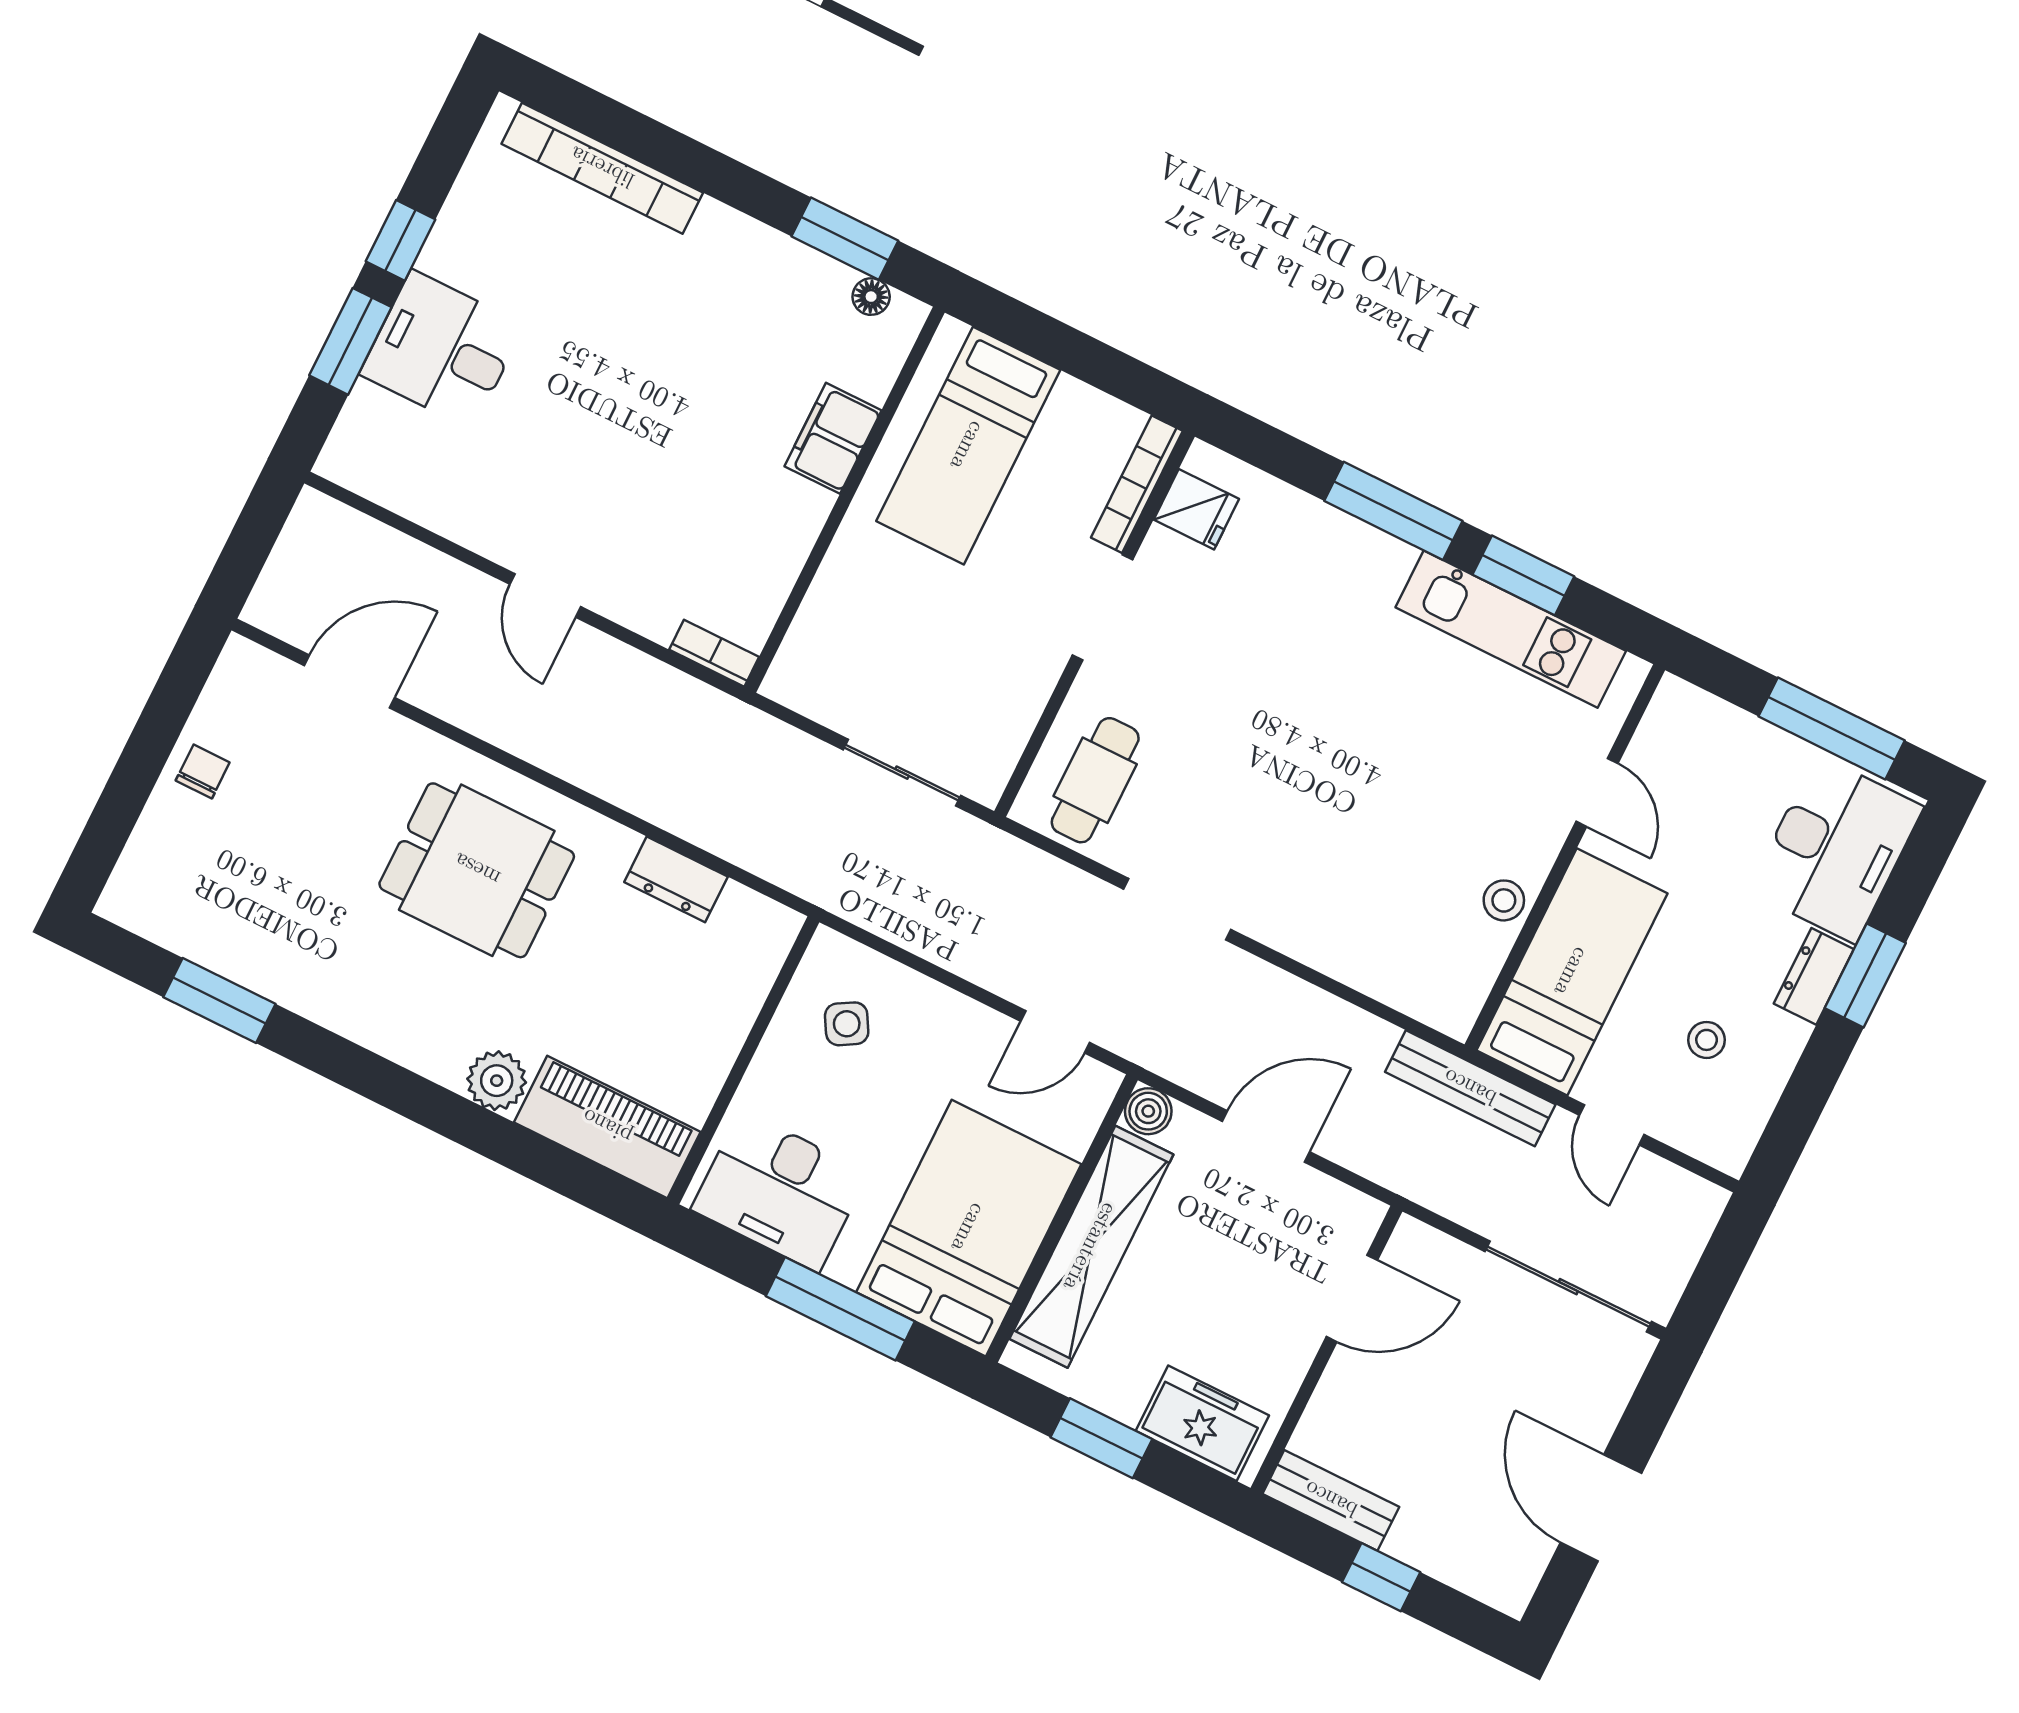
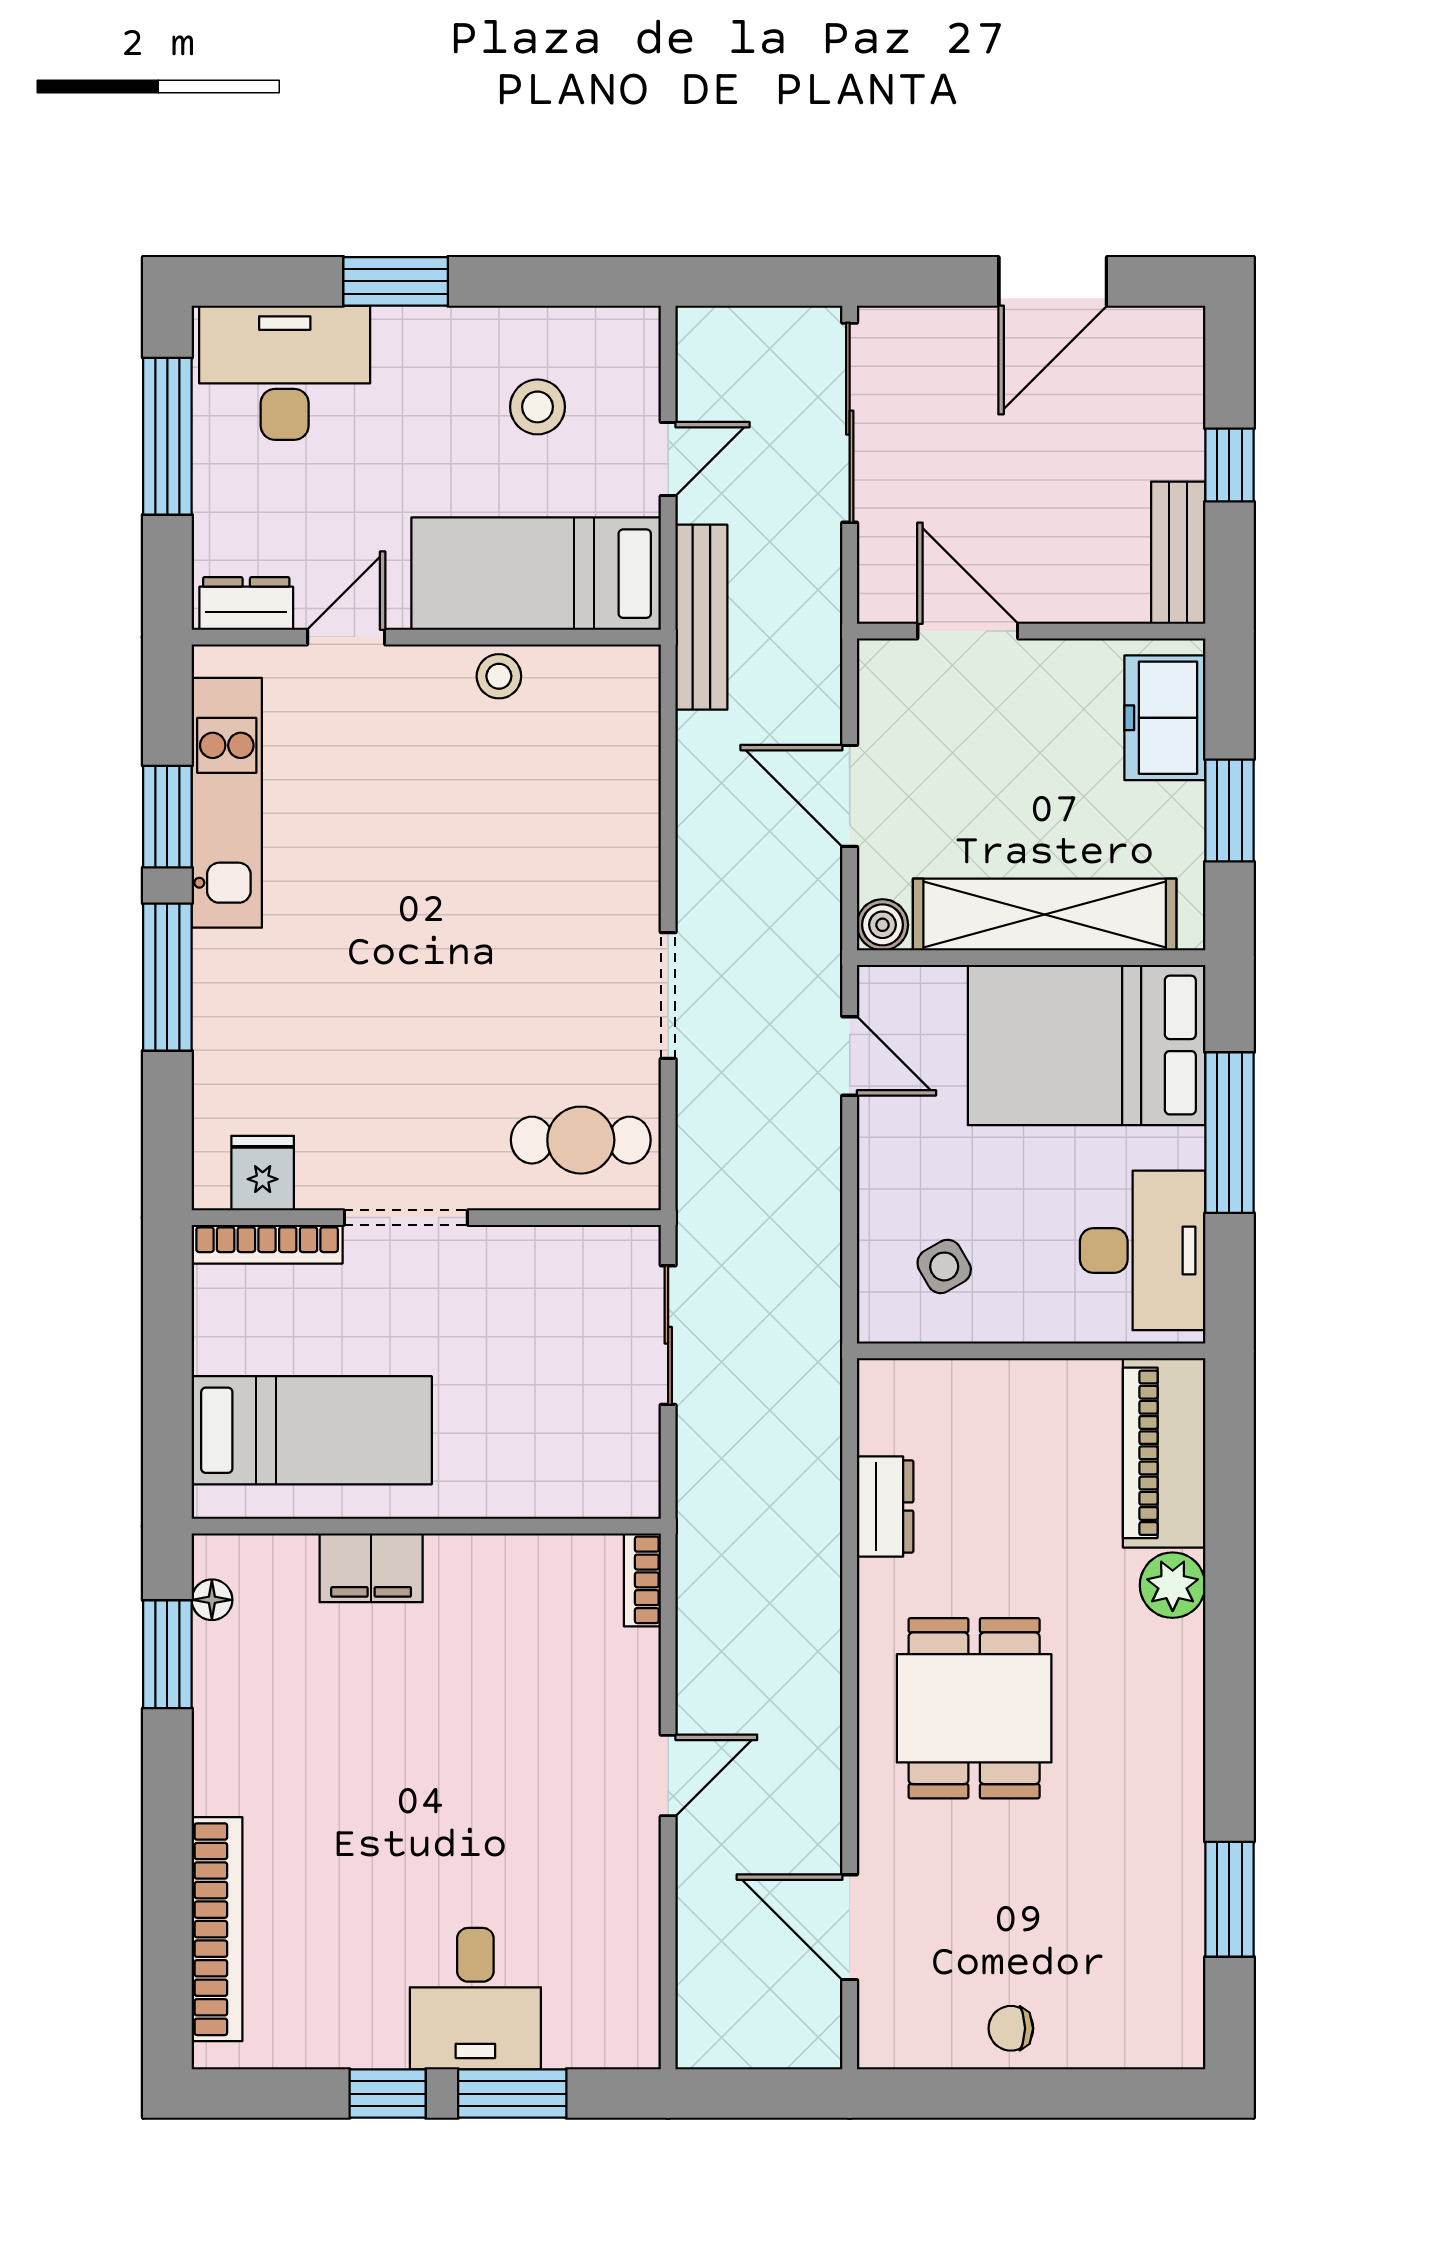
dresser: (1814, 976) -> (246, 603), moved, turned 180
stool: (1707, 1040) -> (537, 407), width x1.37, depth x1.37

